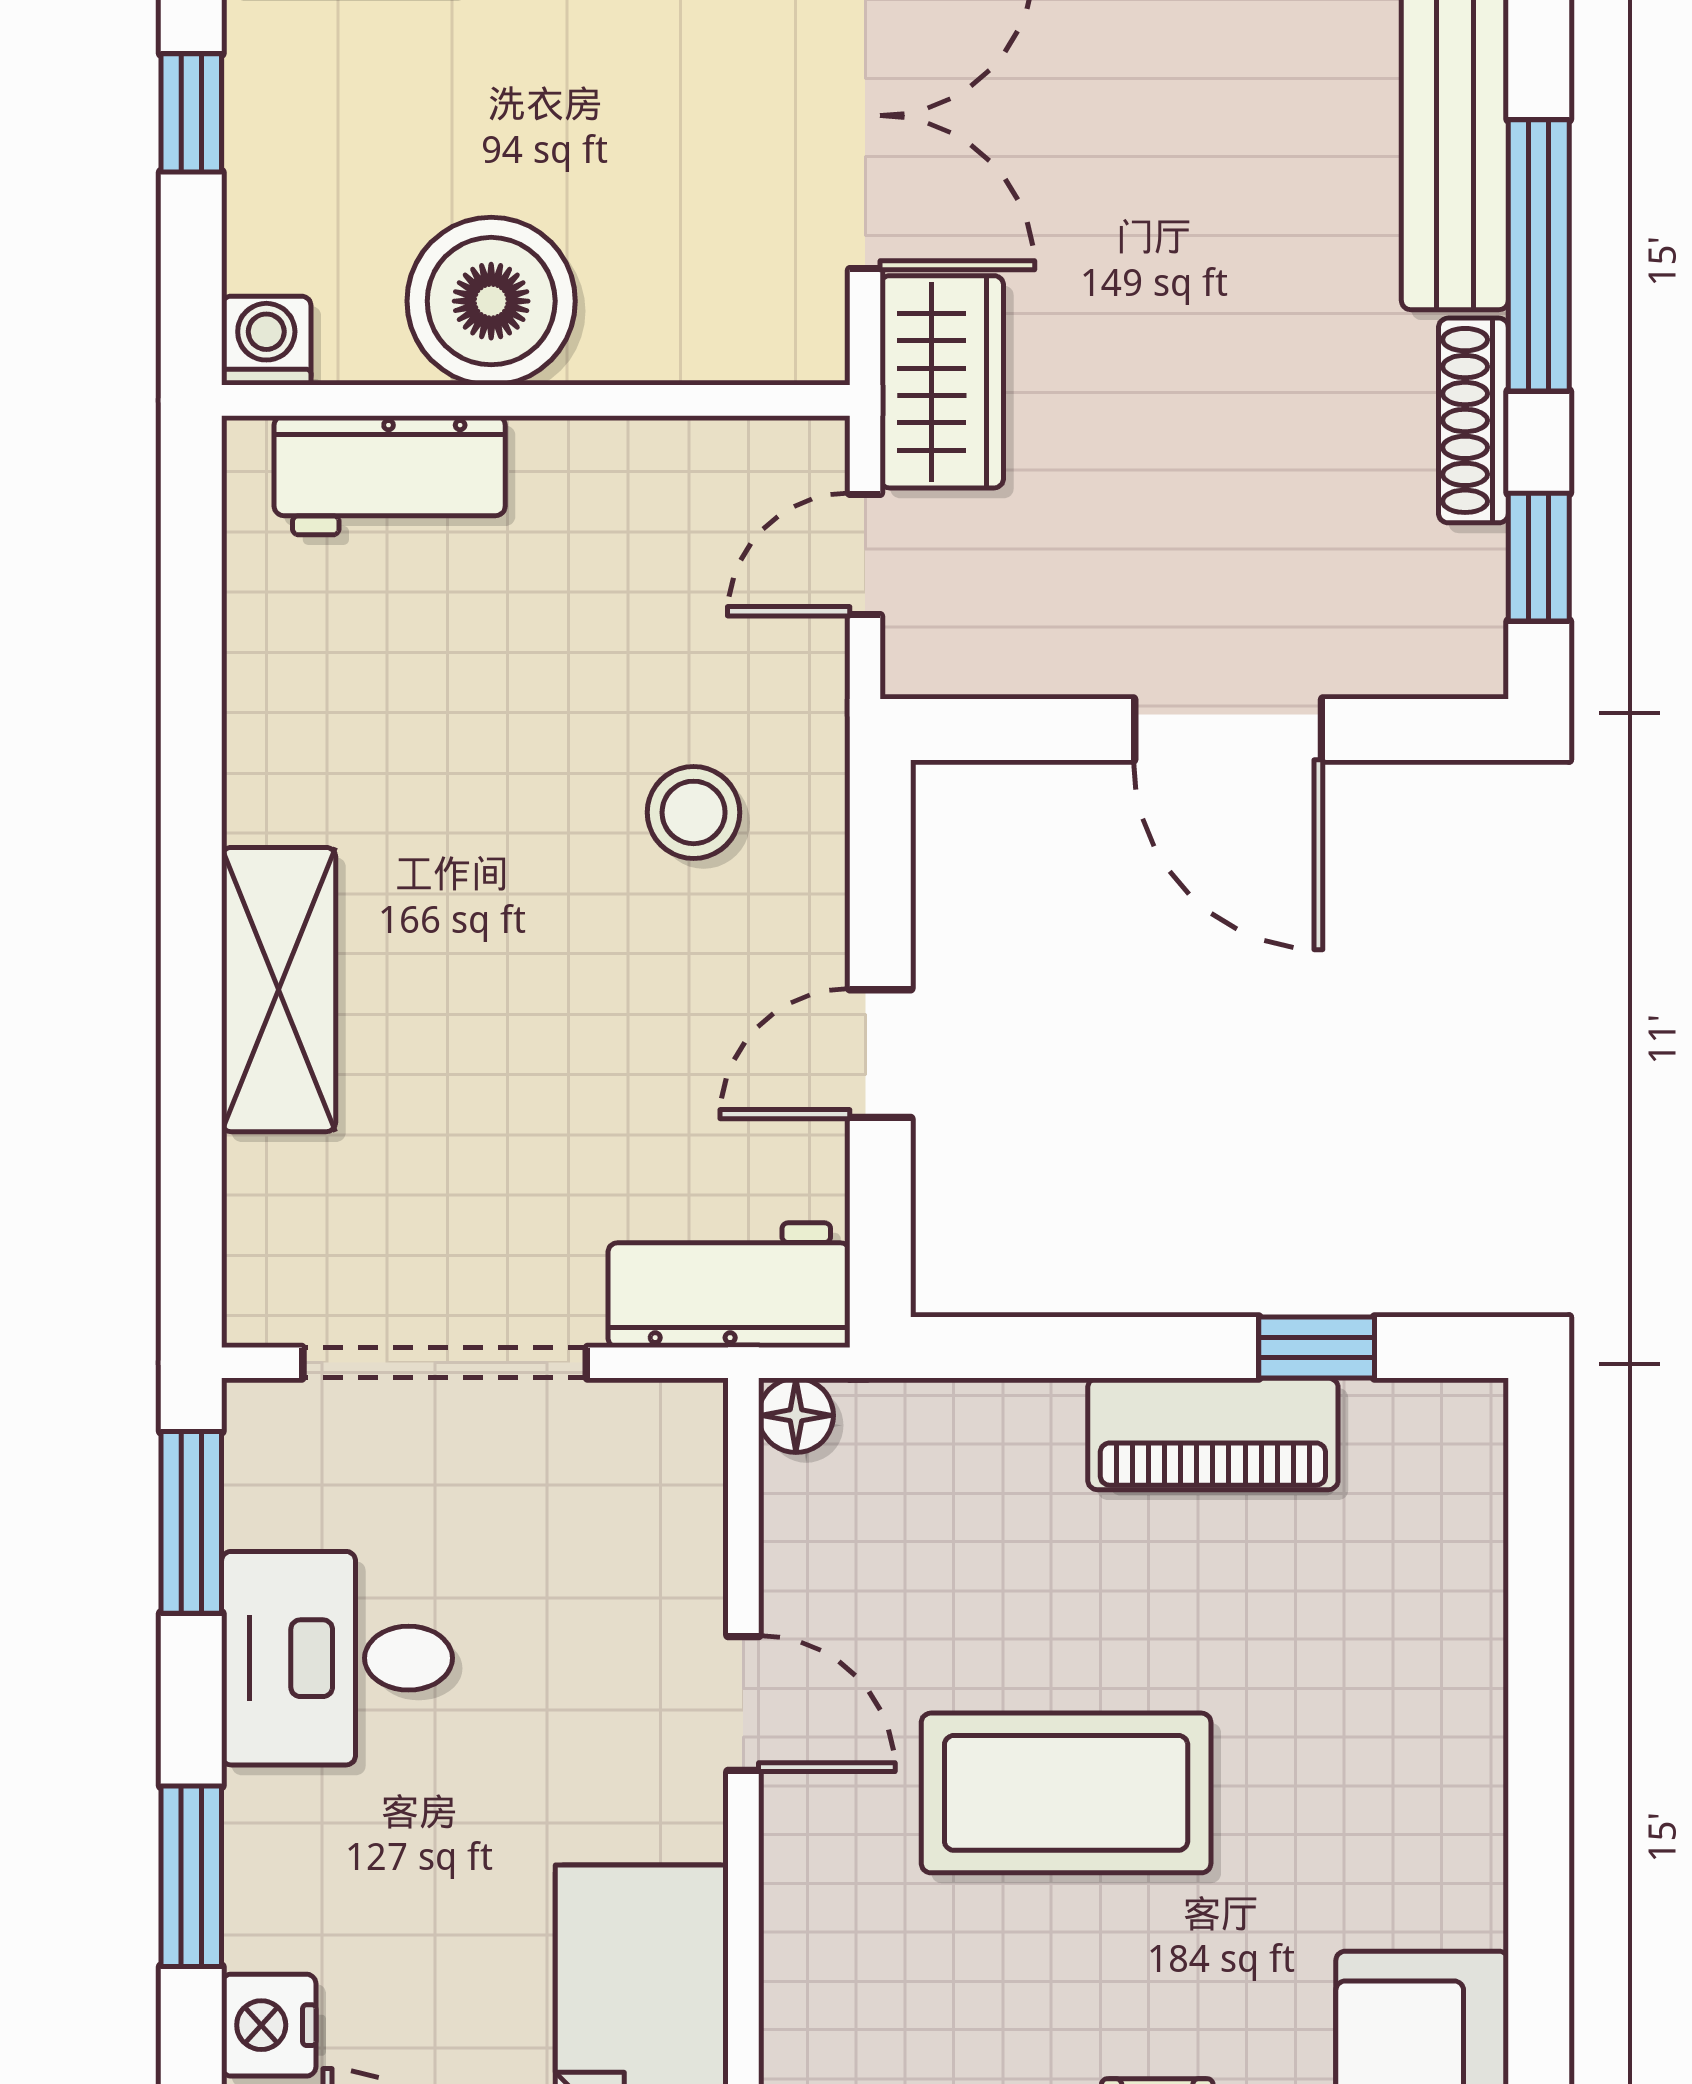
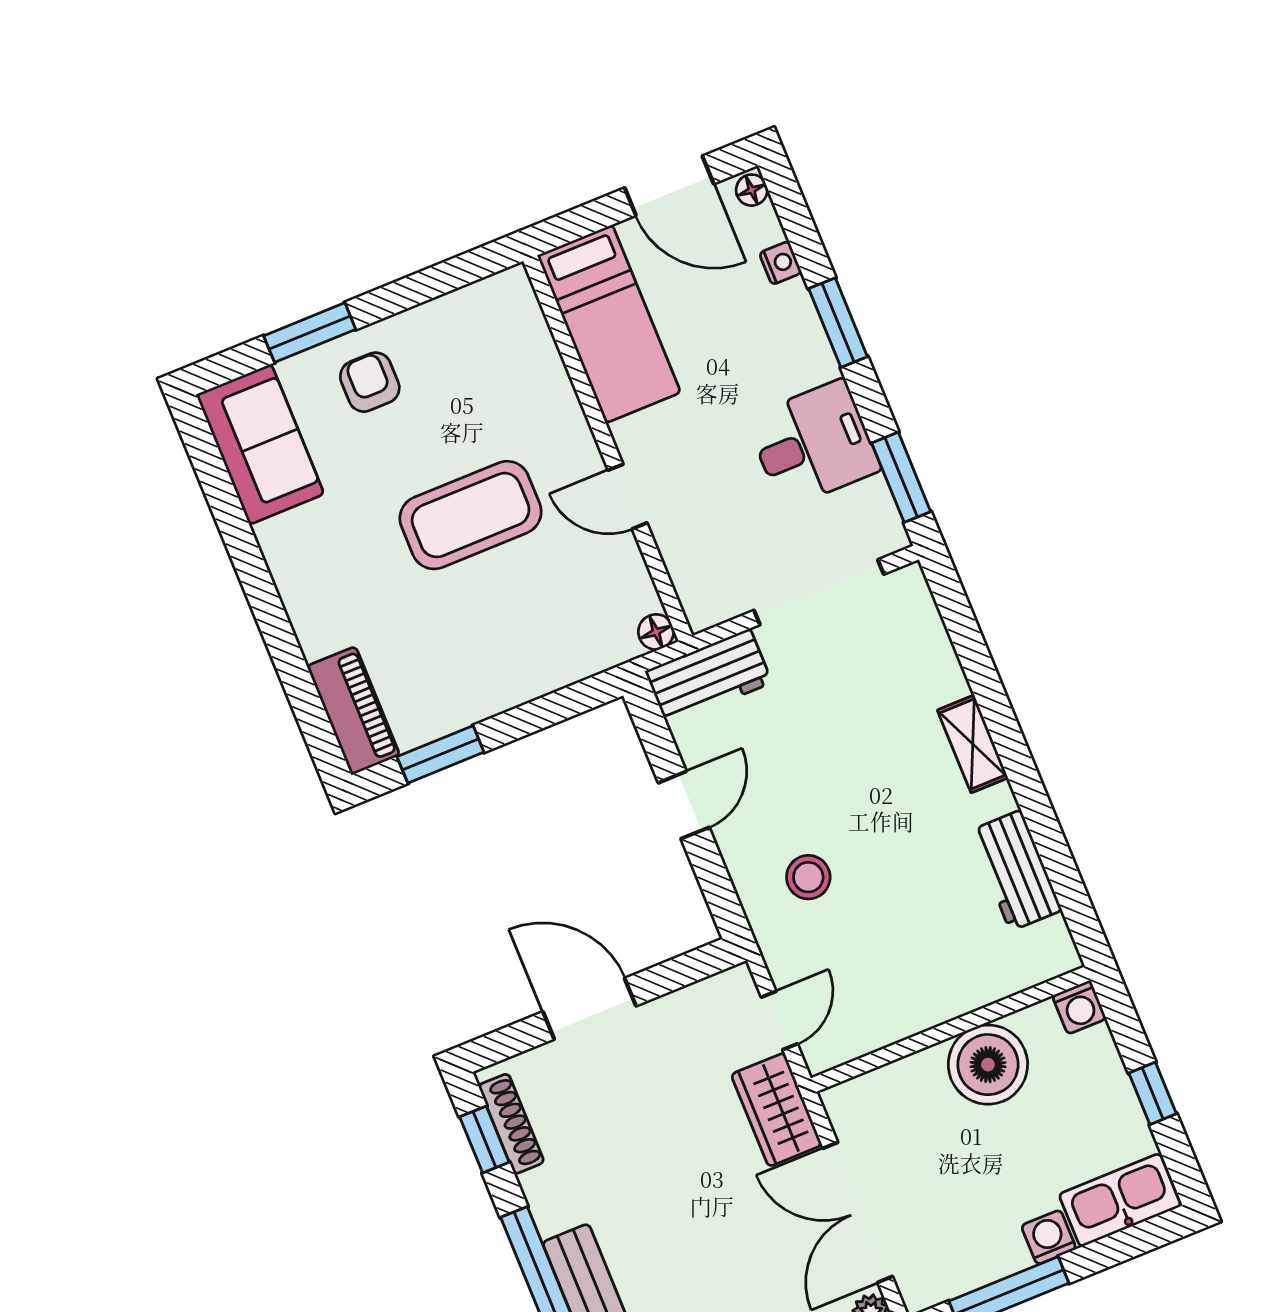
shoe rack: (1473, 420) -> (511, 1124), moved
workbench: (390, 475) -> (1016, 871), moved, turned -90
shelving: (279, 990) -> (973, 744), width x0.67, depth x0.75
window: (1317, 1348) -> (440, 754), width x1.50
piano: (1213, 1434) -> (353, 711), moved, turned 90
nightstand: (269, 2025) -> (780, 263), width x0.72, depth x0.74

